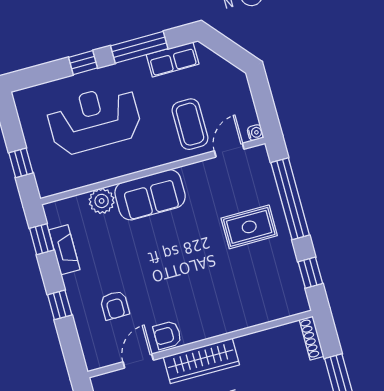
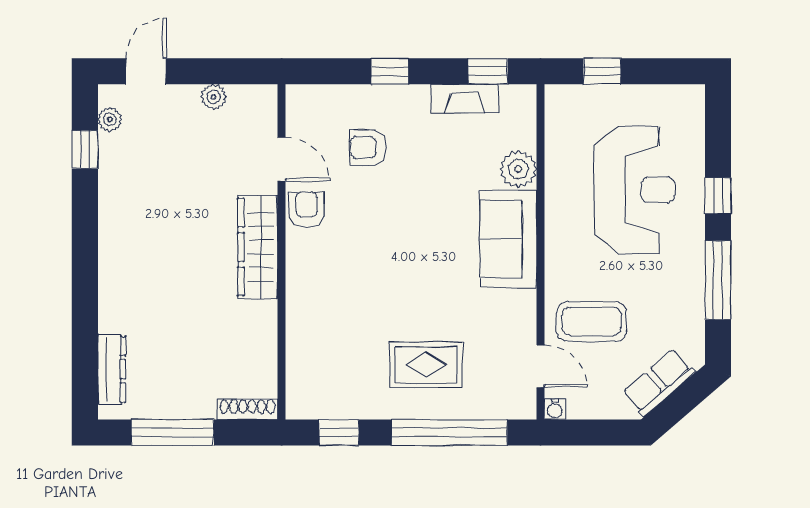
row of seats: (173, 59) -> (659, 382), moved, turned 49
rug: (249, 227) -> (426, 365), turned 90

